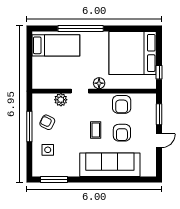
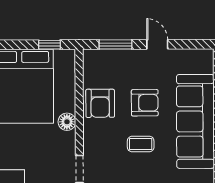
floor lamp: (99, 83) -> (67, 122), moved
armchair: (122, 104) -> (100, 103), turned 90

